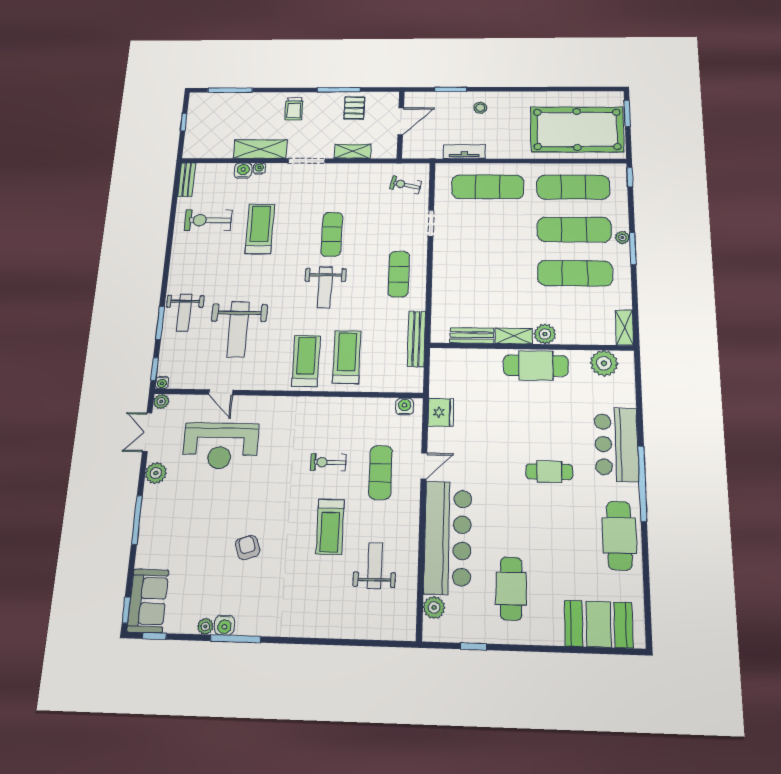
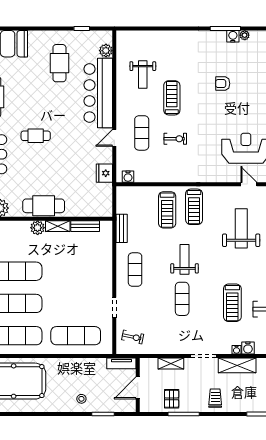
tv unit: (464, 152) -> (121, 363), moved
bench: (416, 339) -> (122, 228), width x0.73
armchair: (248, 548) -> (223, 84), turned 108

